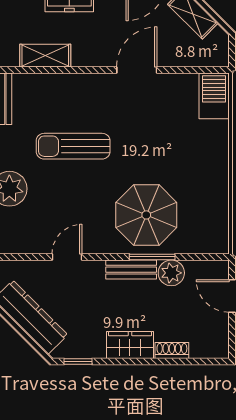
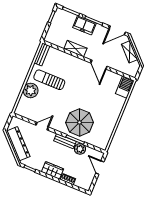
shelving: (45, 56) -> (75, 49), moved
door: (137, 70) -> (99, 65), swing flipped
sun lounger: (73, 146) -> (49, 80), moved

